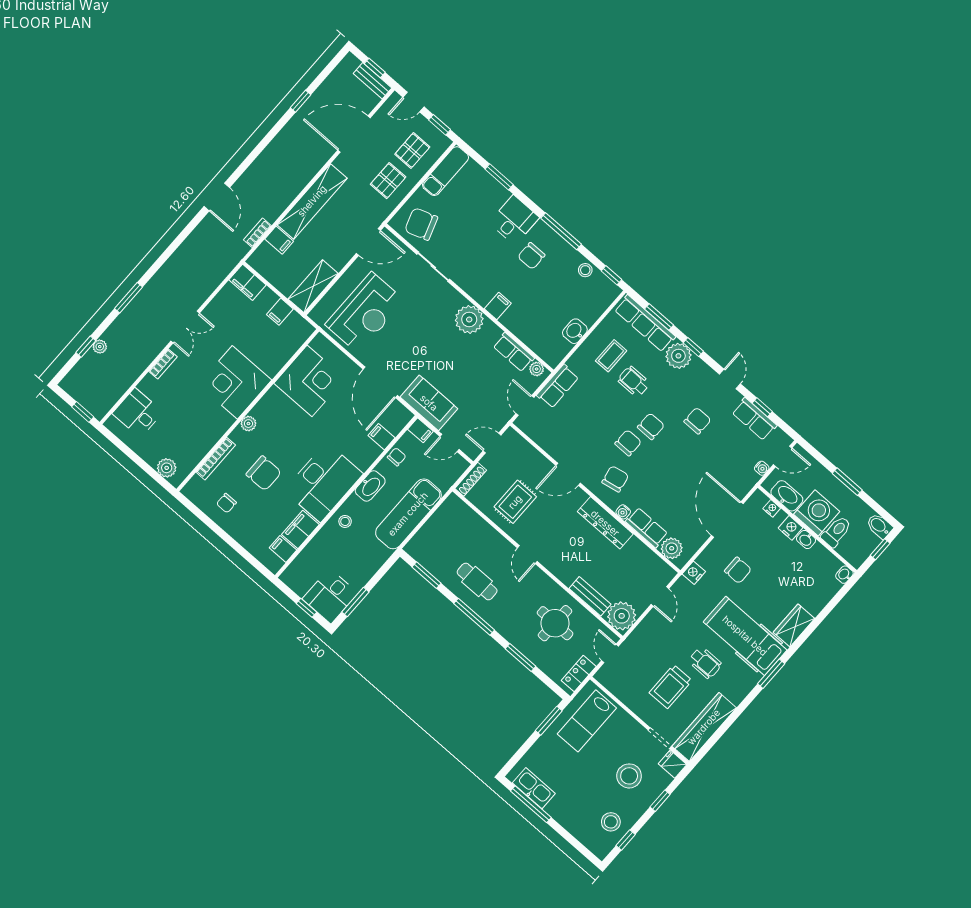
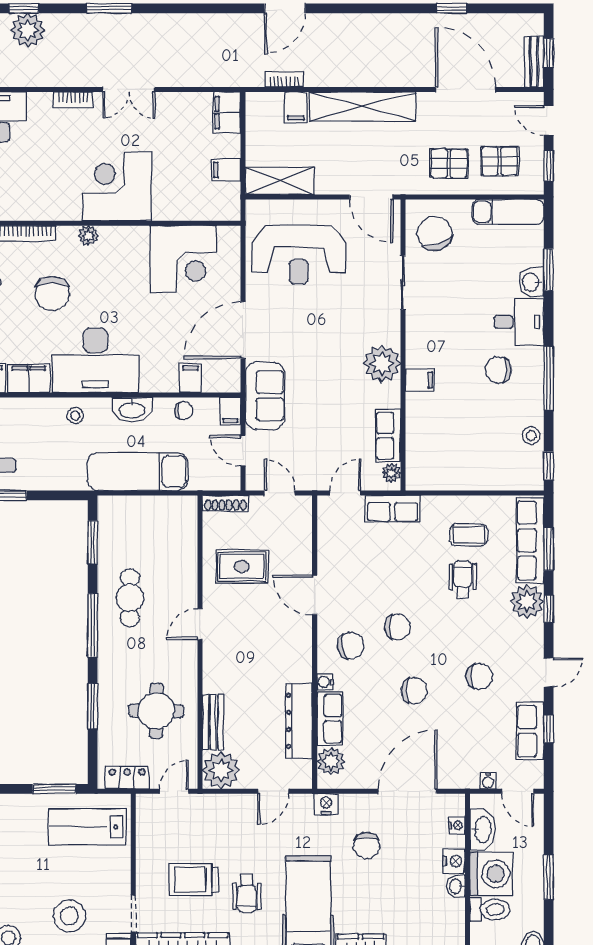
washbasin: (575, 331) -> (531, 282), moved, turned -90
plant: (100, 347) -> (28, 30), width x1.88, depth x1.88
chair: (651, 426) -> (414, 691), moved
dresser: (605, 523) -> (299, 721), moved

